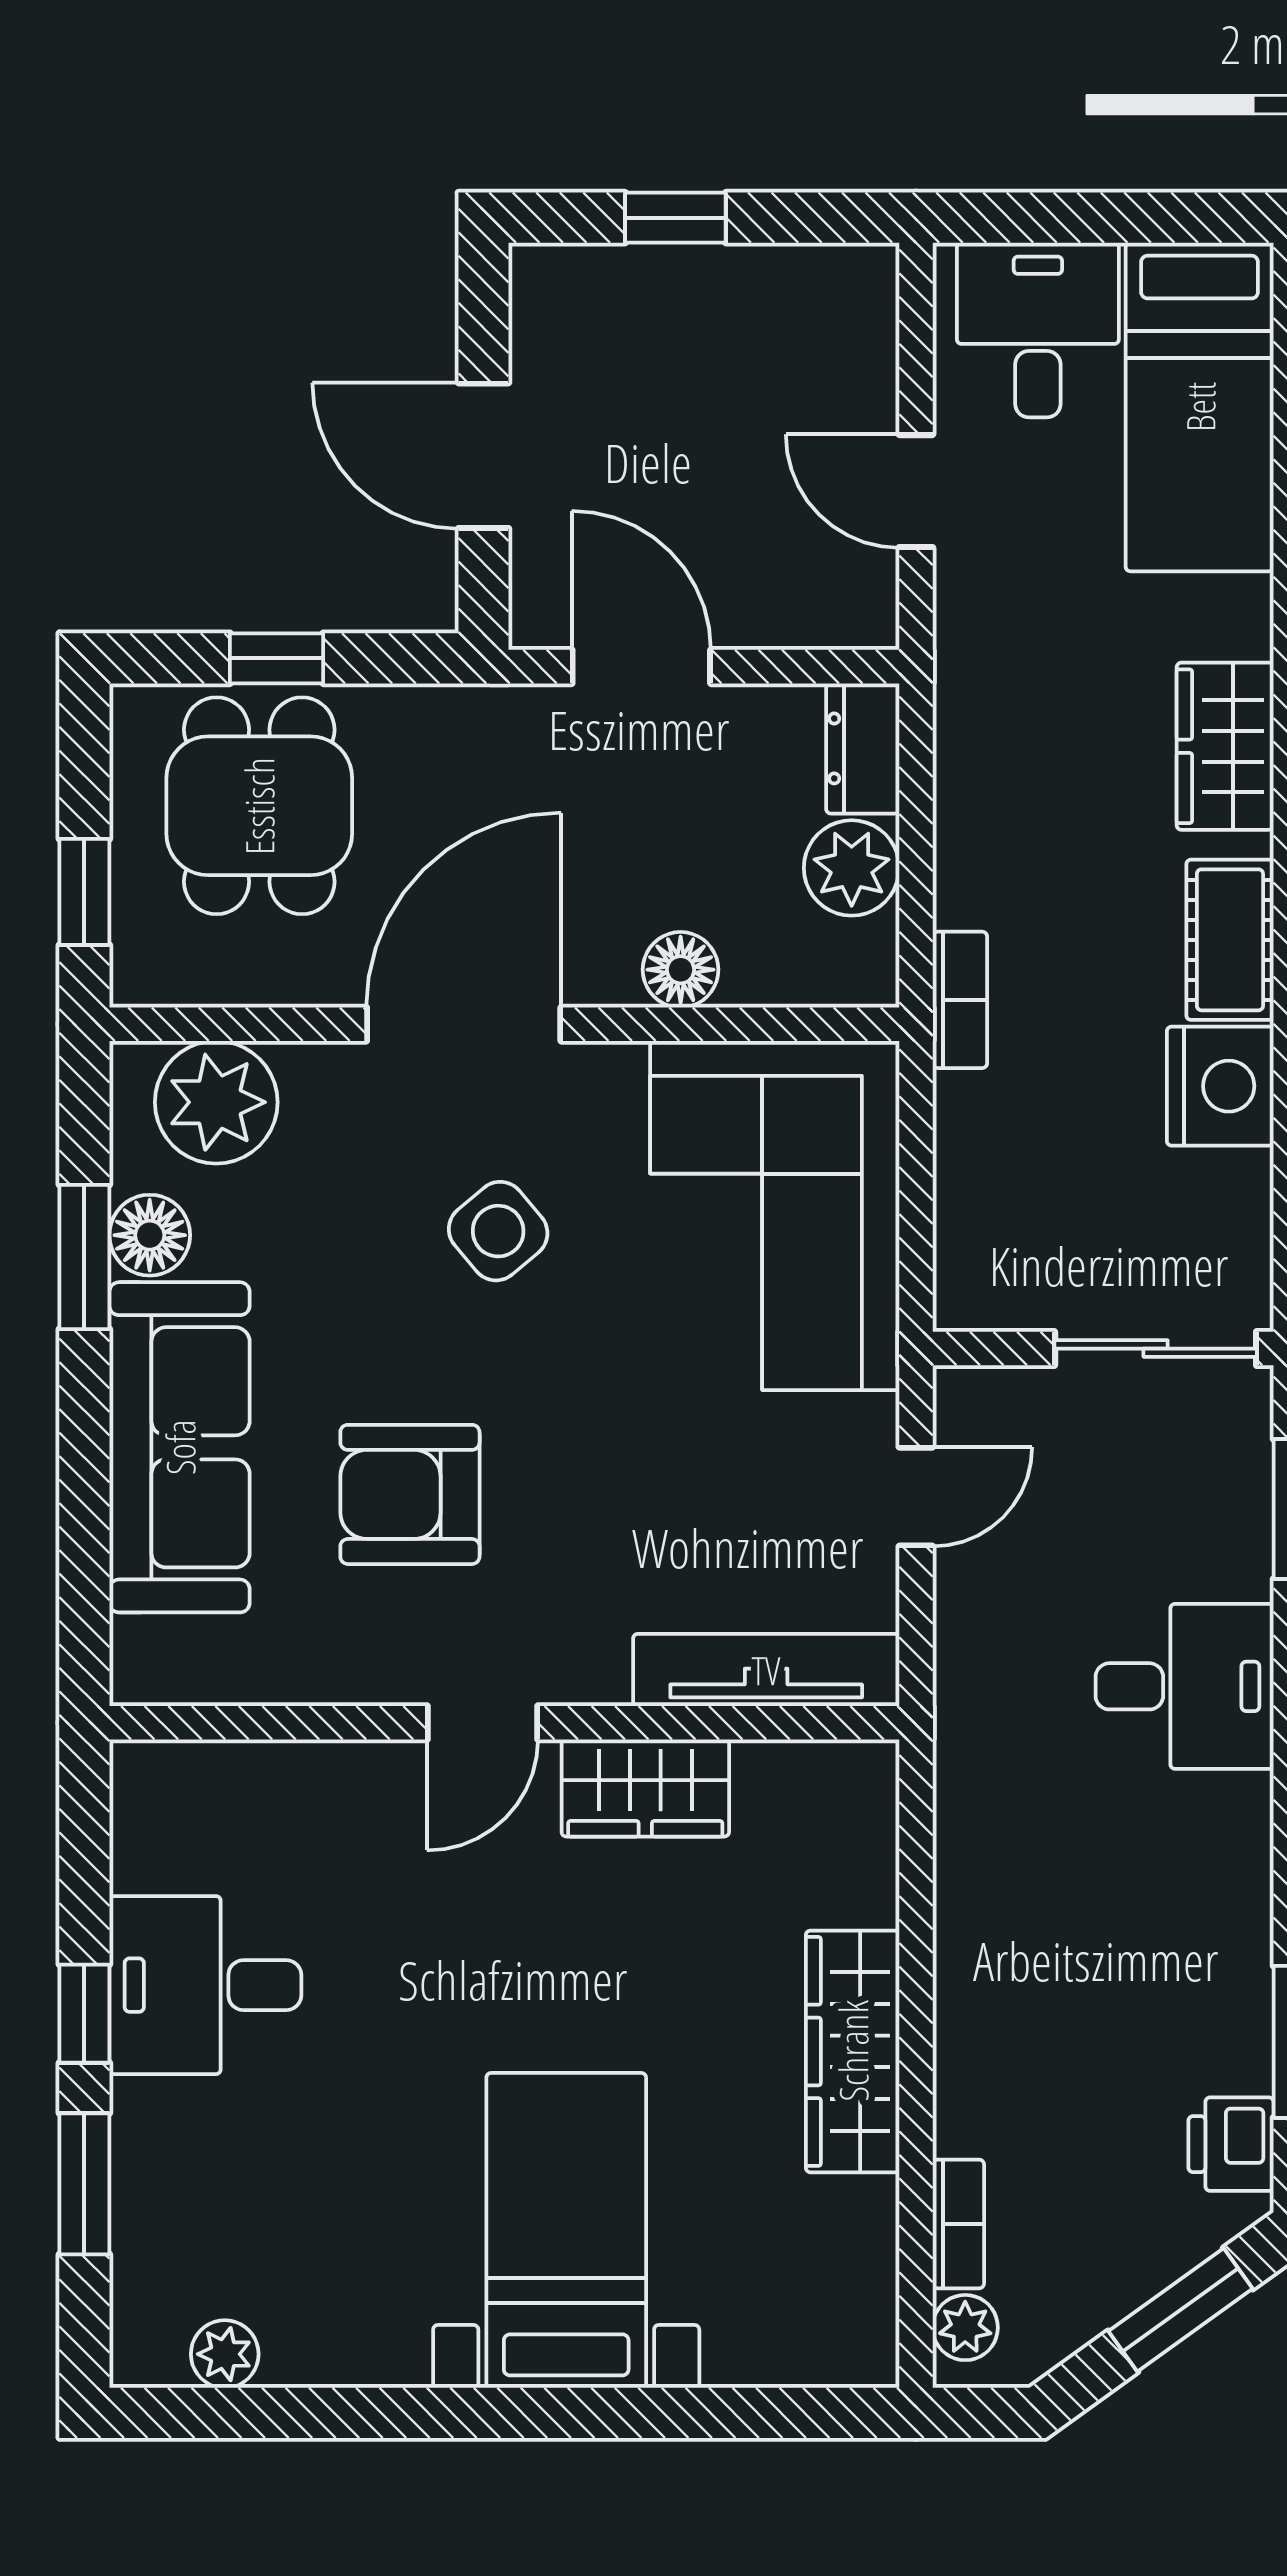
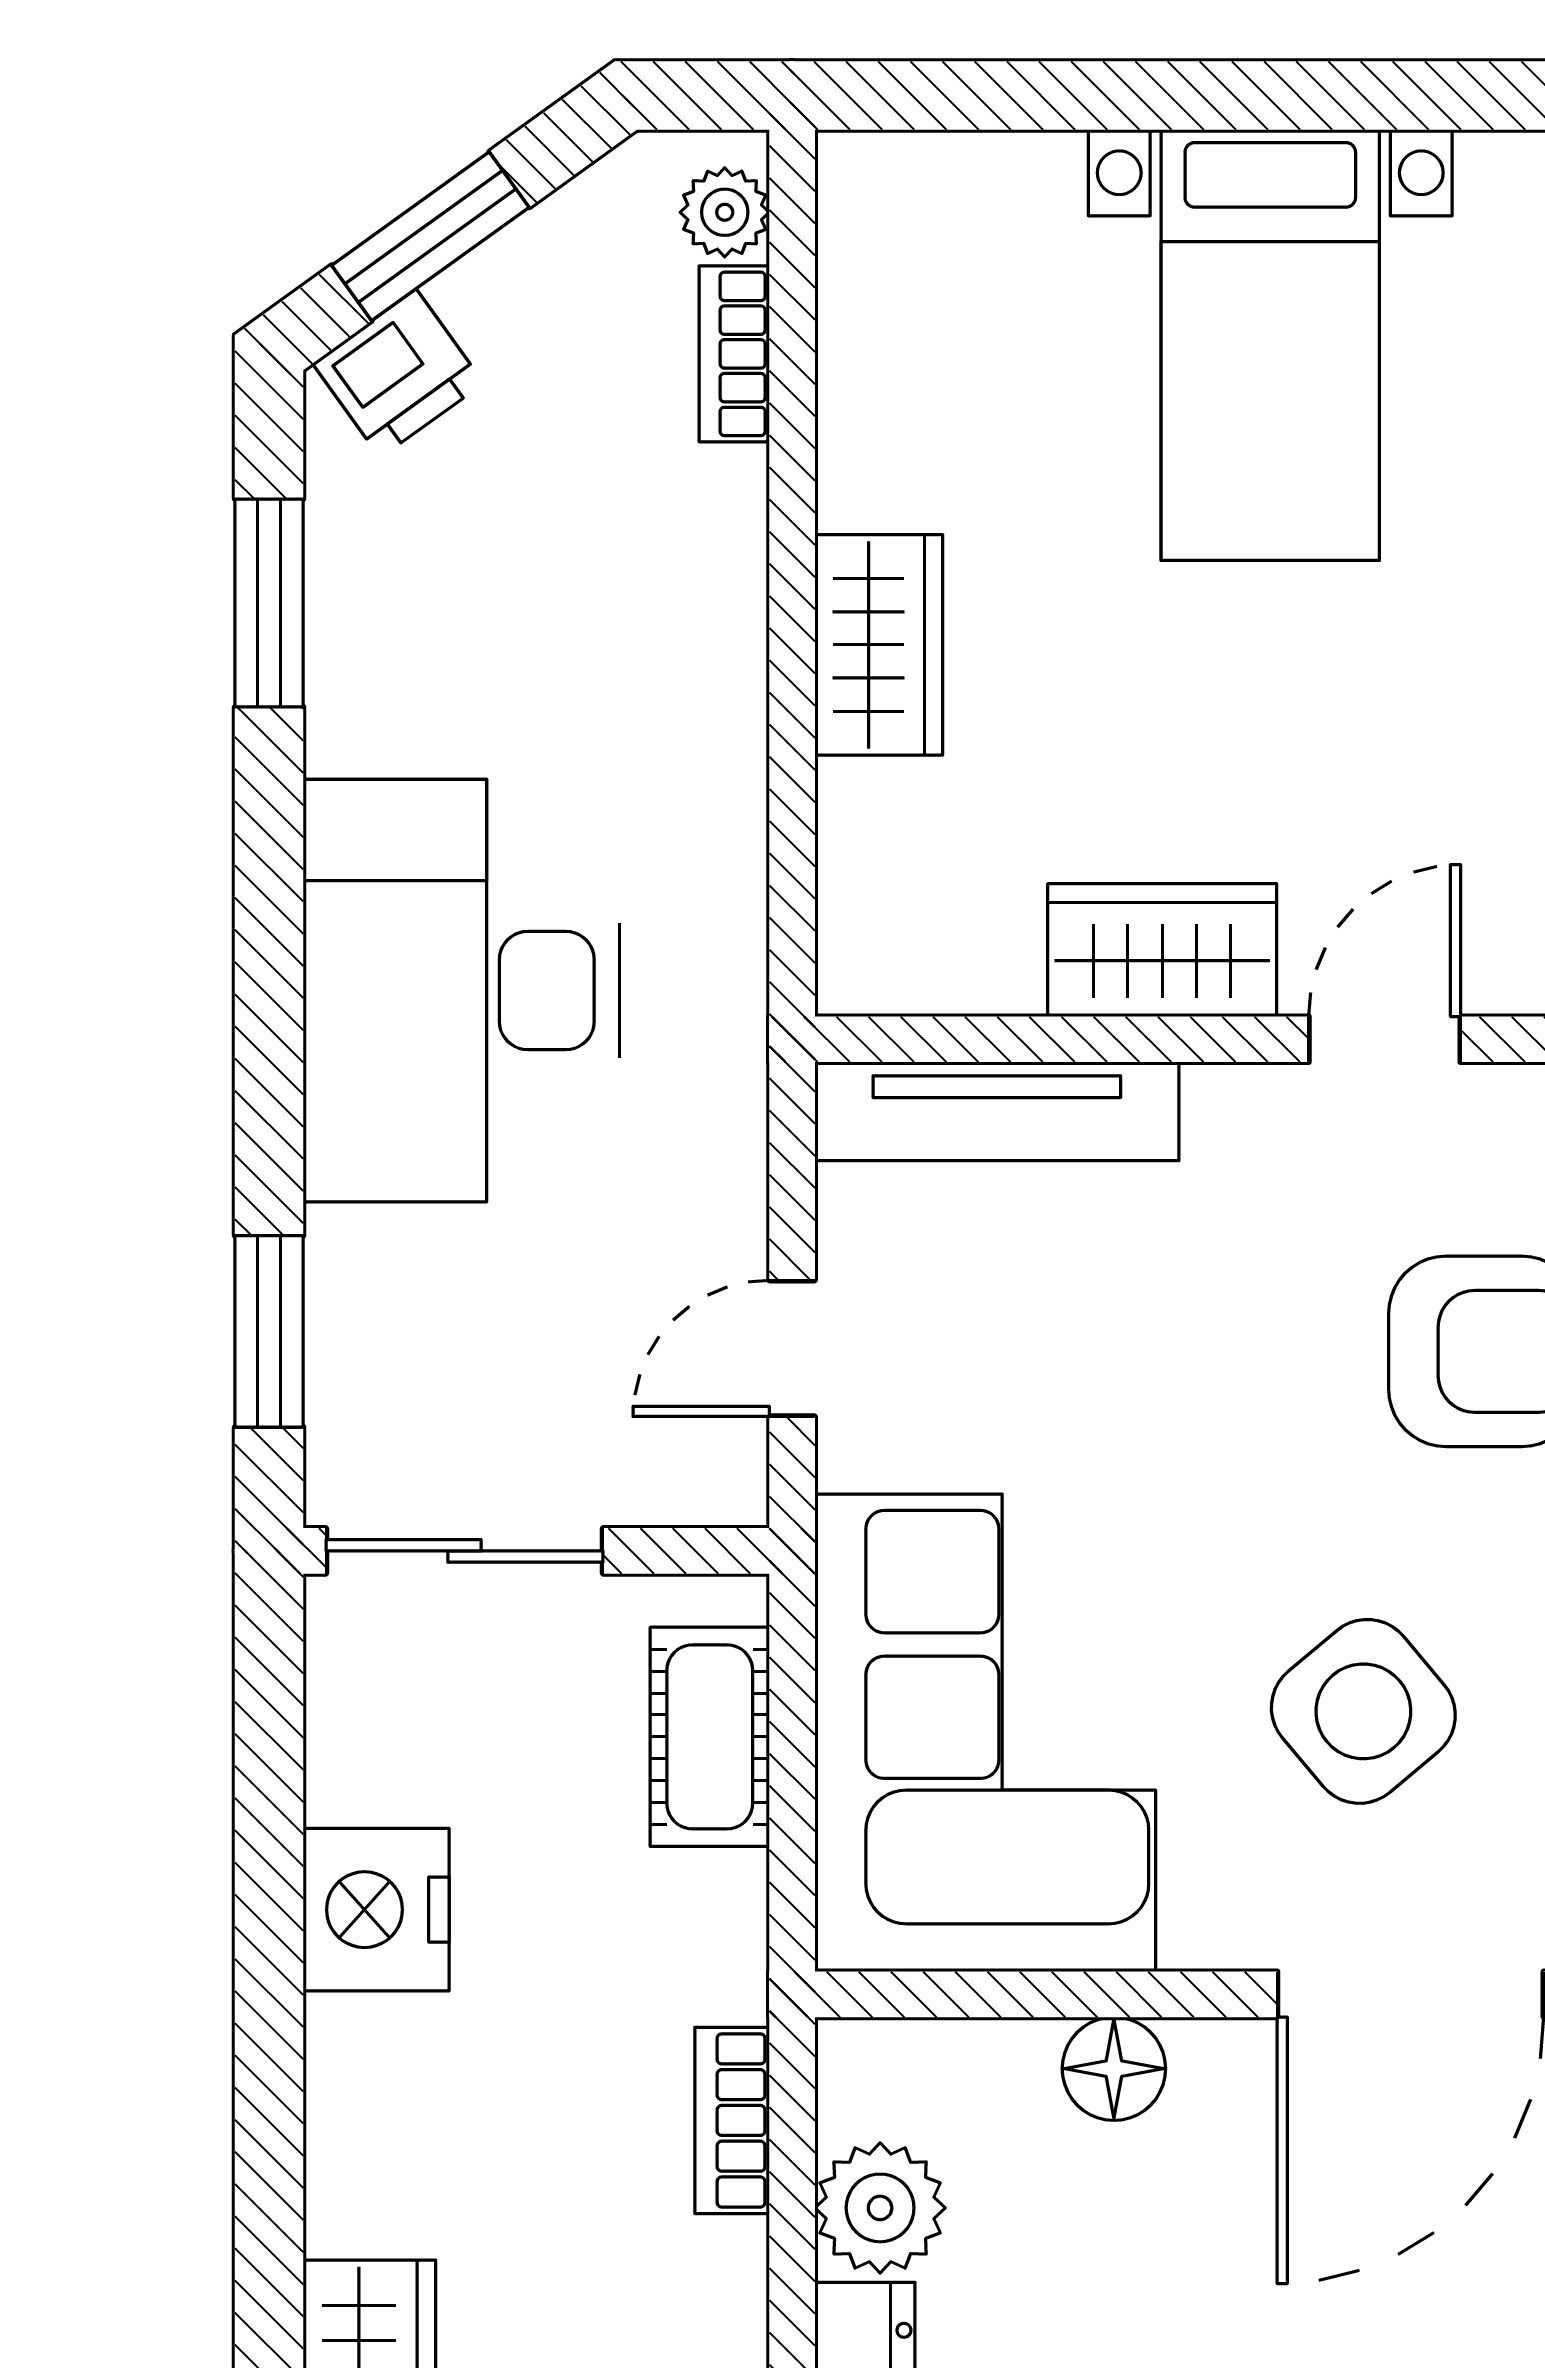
cot: (1230, 940) -> (710, 1737), moved
bookcase: (960, 1000) -> (732, 2120), moved
side table: (498, 1231) -> (1363, 1711), width x1.37, depth x1.37
desk: (1185, 1686) -> (461, 991), width x1.87, depth x1.30
wardrobe: (853, 2051) -> (879, 645), width x0.67
printer: (1231, 2144) -> (398, 373), moved, turned 54

